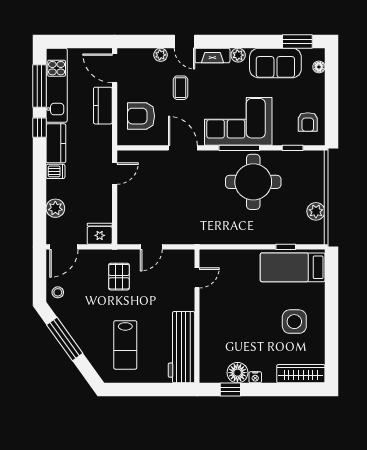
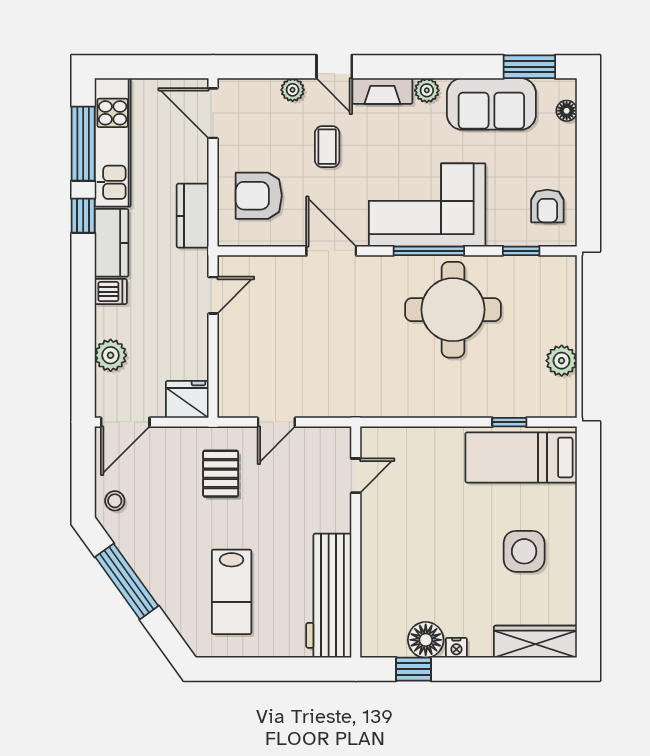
kitchen counter: (103, 106) -> (193, 216), moved

